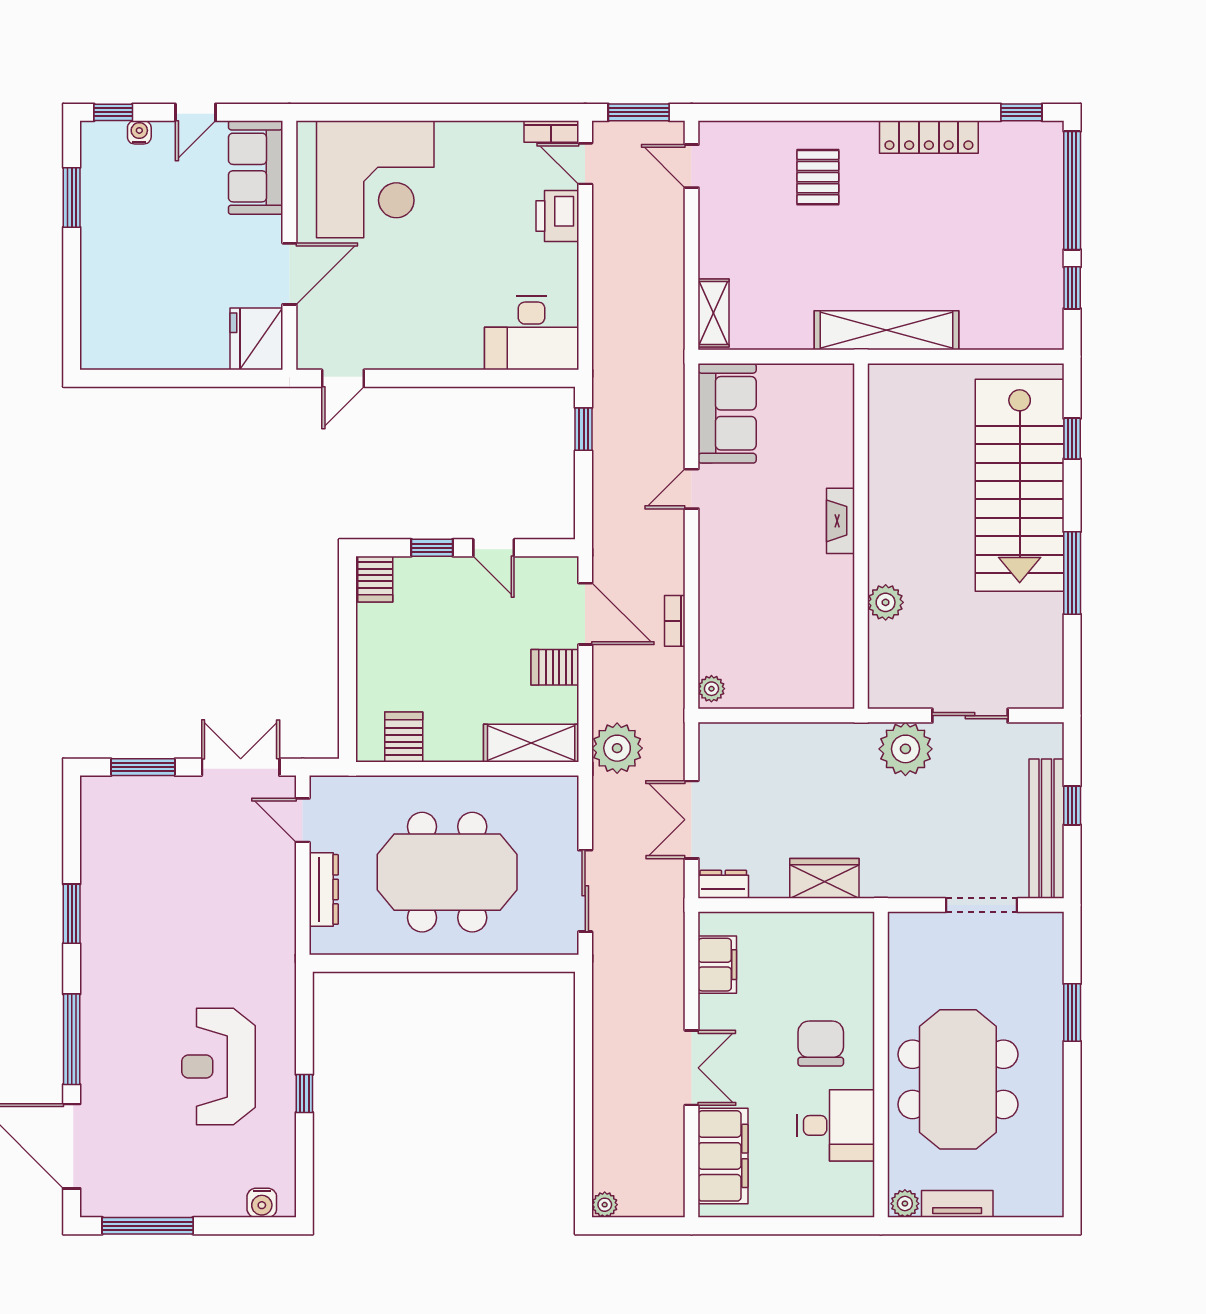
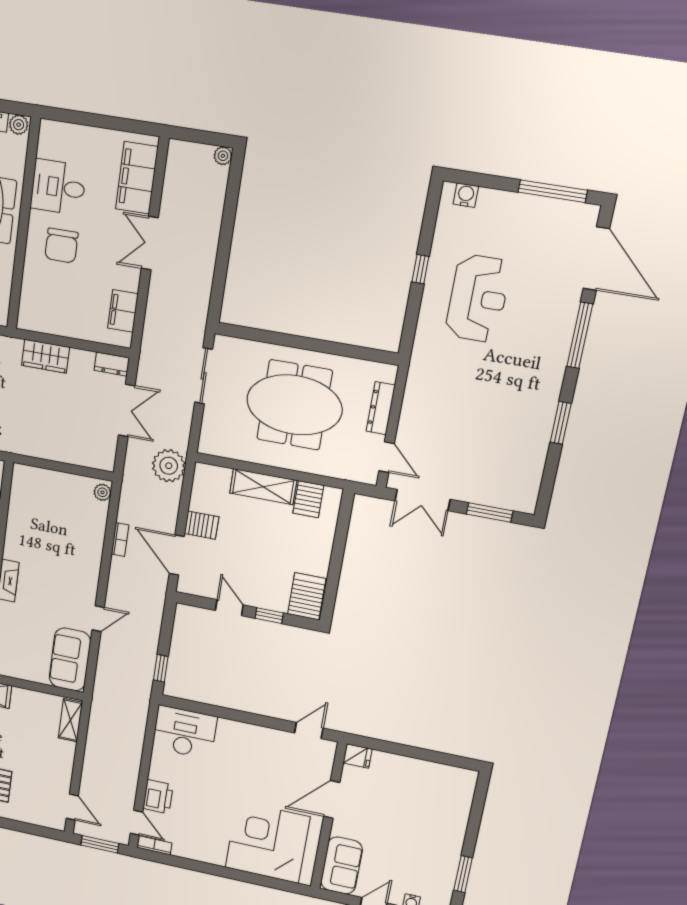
fridge: (256, 339) -> (358, 756), width x0.53, depth x0.75
server rack: (375, 579) -> (307, 596), width x1.36, depth x1.44
shelving: (531, 743) -> (263, 487), moved

